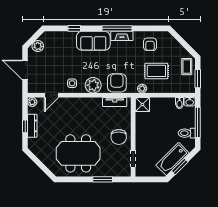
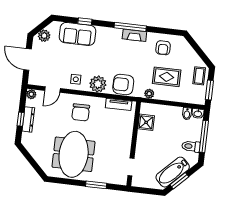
sofa: (93, 41) -> (77, 34), moved
armchair: (117, 83) -> (123, 85), turned -90
shower: (142, 104) -> (146, 122), moved
chair: (119, 137) -> (81, 112), moved
meeting table: (78, 153) -> (74, 154), turned 90

